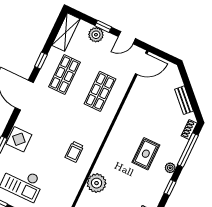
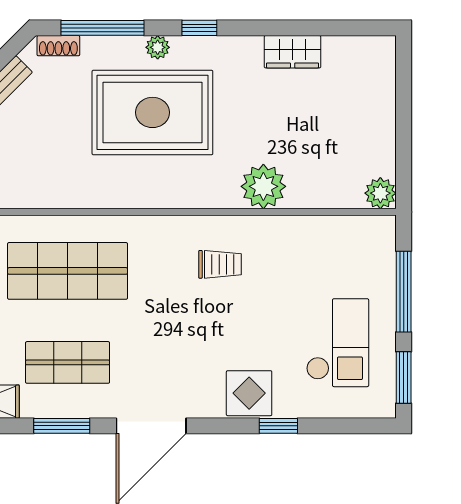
window: (41, 60) -> (62, 426), width x1.50
shop shelf: (100, 91) -> (68, 271), width x1.43, depth x1.36
rug: (146, 154) -> (152, 112), width x1.86, depth x2.06

